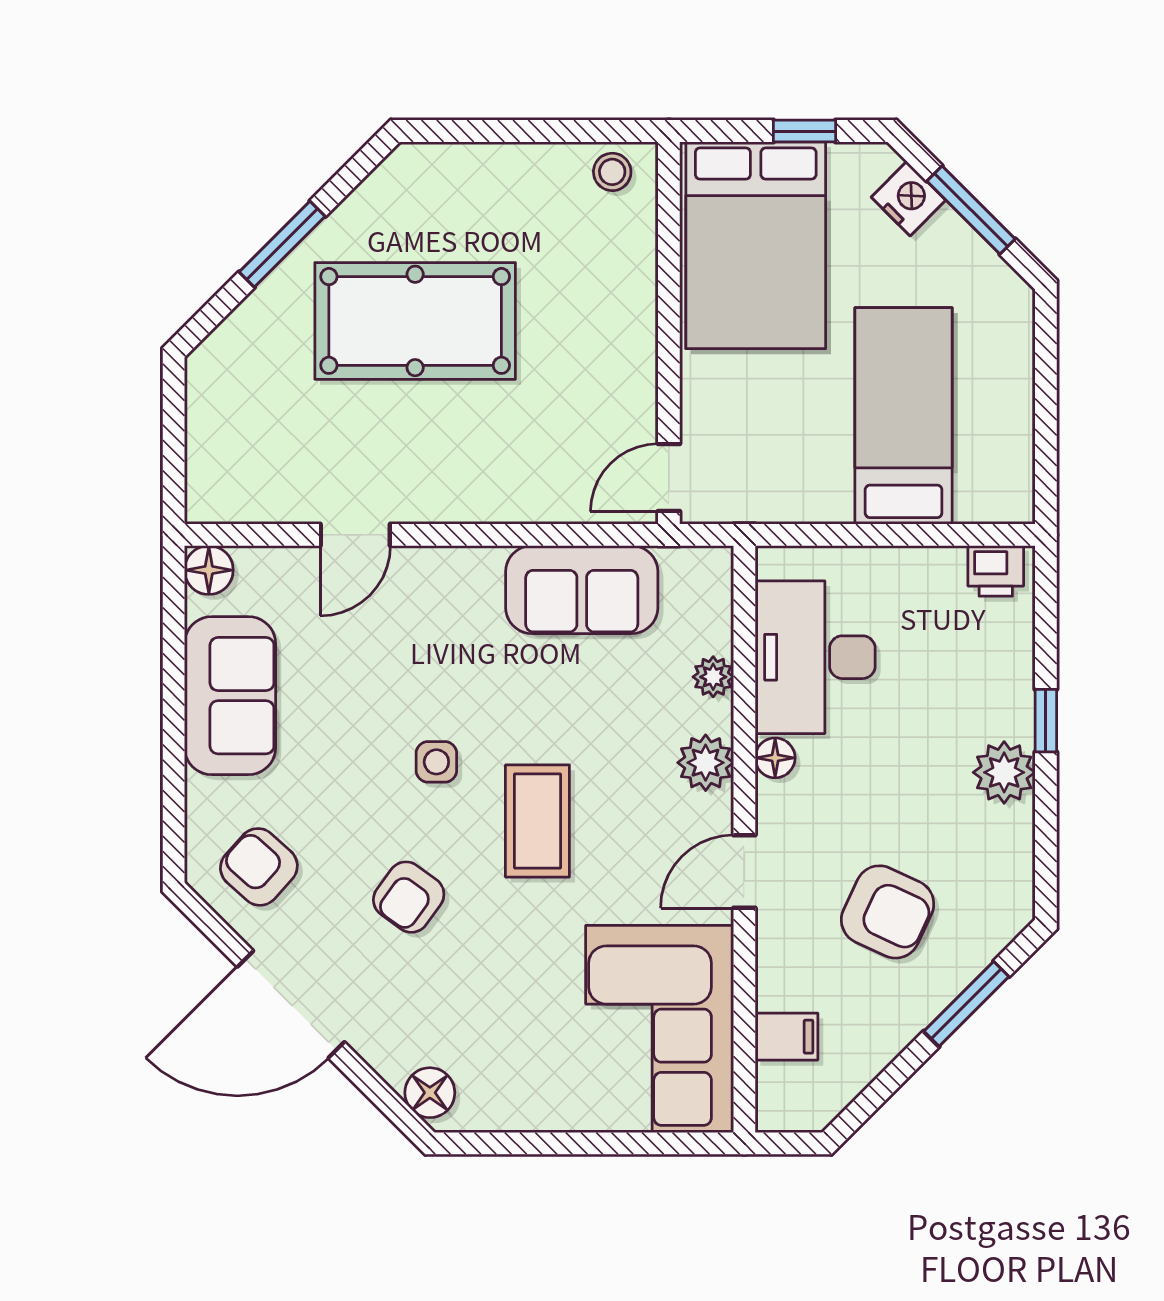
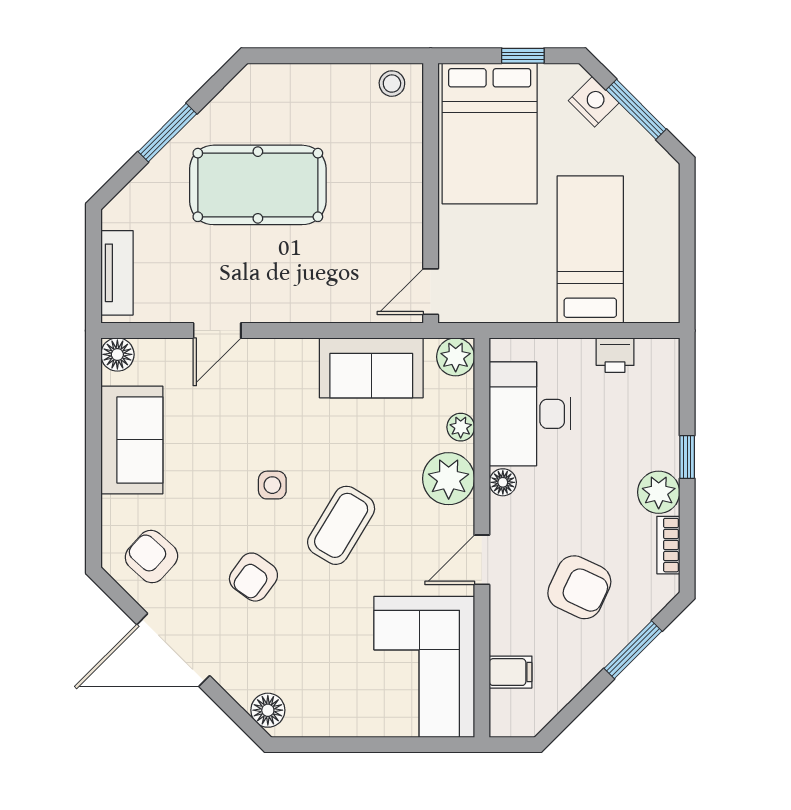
tv unit: (208, 450) -> (117, 273), added
printer: (996, 571) -> (615, 355), moved
plant: (706, 573) -> (456, 357), added
plant: (706, 763) -> (449, 479), width x1.36, depth x1.36
coffee table: (537, 821) -> (341, 525), turned 31
bookcase: (1018, 850) -> (668, 545), added

